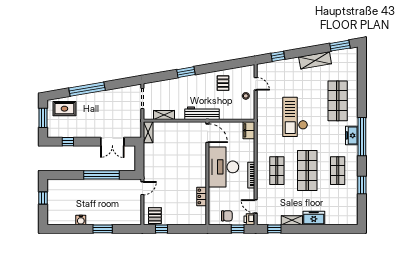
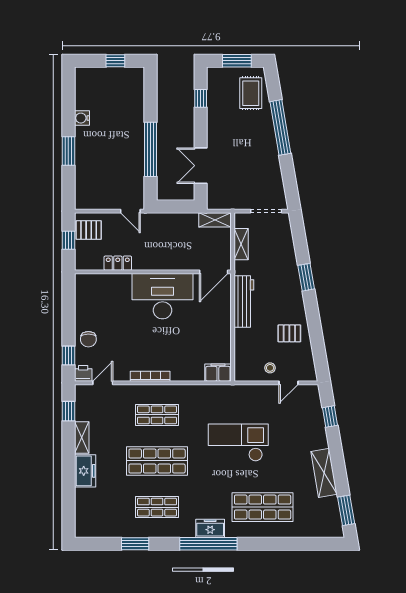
door: (207, 133) -> (214, 272), moved
desk: (224, 167) -> (162, 296), moved
wall: (207, 173) -> (153, 272), moved
locker: (202, 196) -> (118, 263), moved

